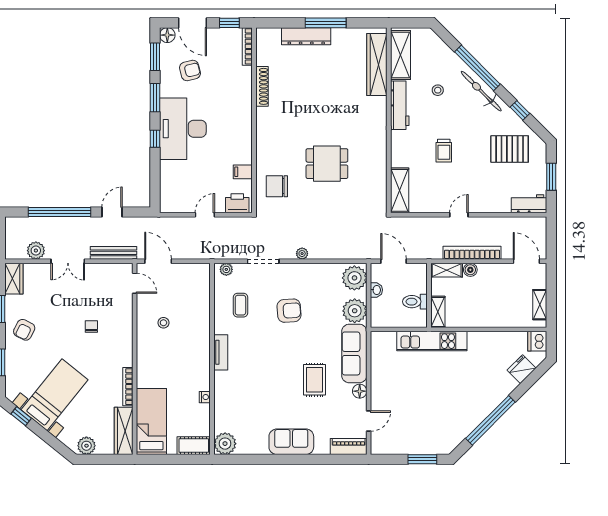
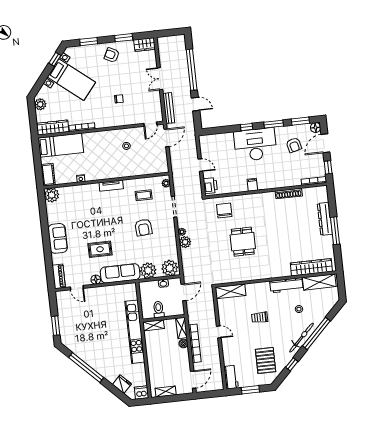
filing cabinet: (243, 172) -> (252, 185), moved
plant: (36, 251) -> (185, 242), moved
kitchen unit: (432, 341) -> (135, 332), width x1.36

